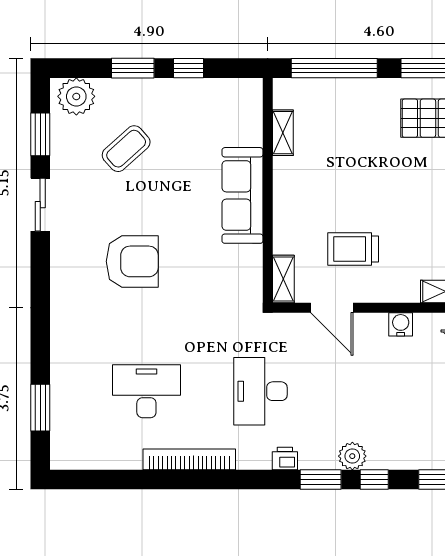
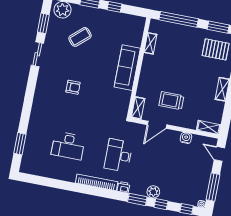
armchair: (132, 261) -> (73, 87), width x0.53, depth x0.53
door: (332, 308) -> (157, 125), hinge flipped
desk: (146, 391) -> (68, 146), turned 180
bookcase: (189, 459) -> (97, 182), moved

